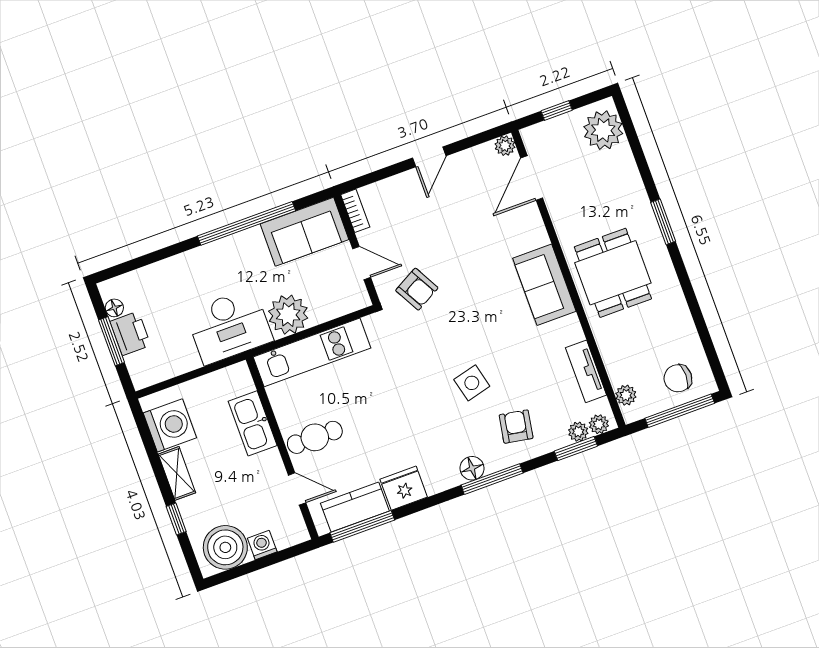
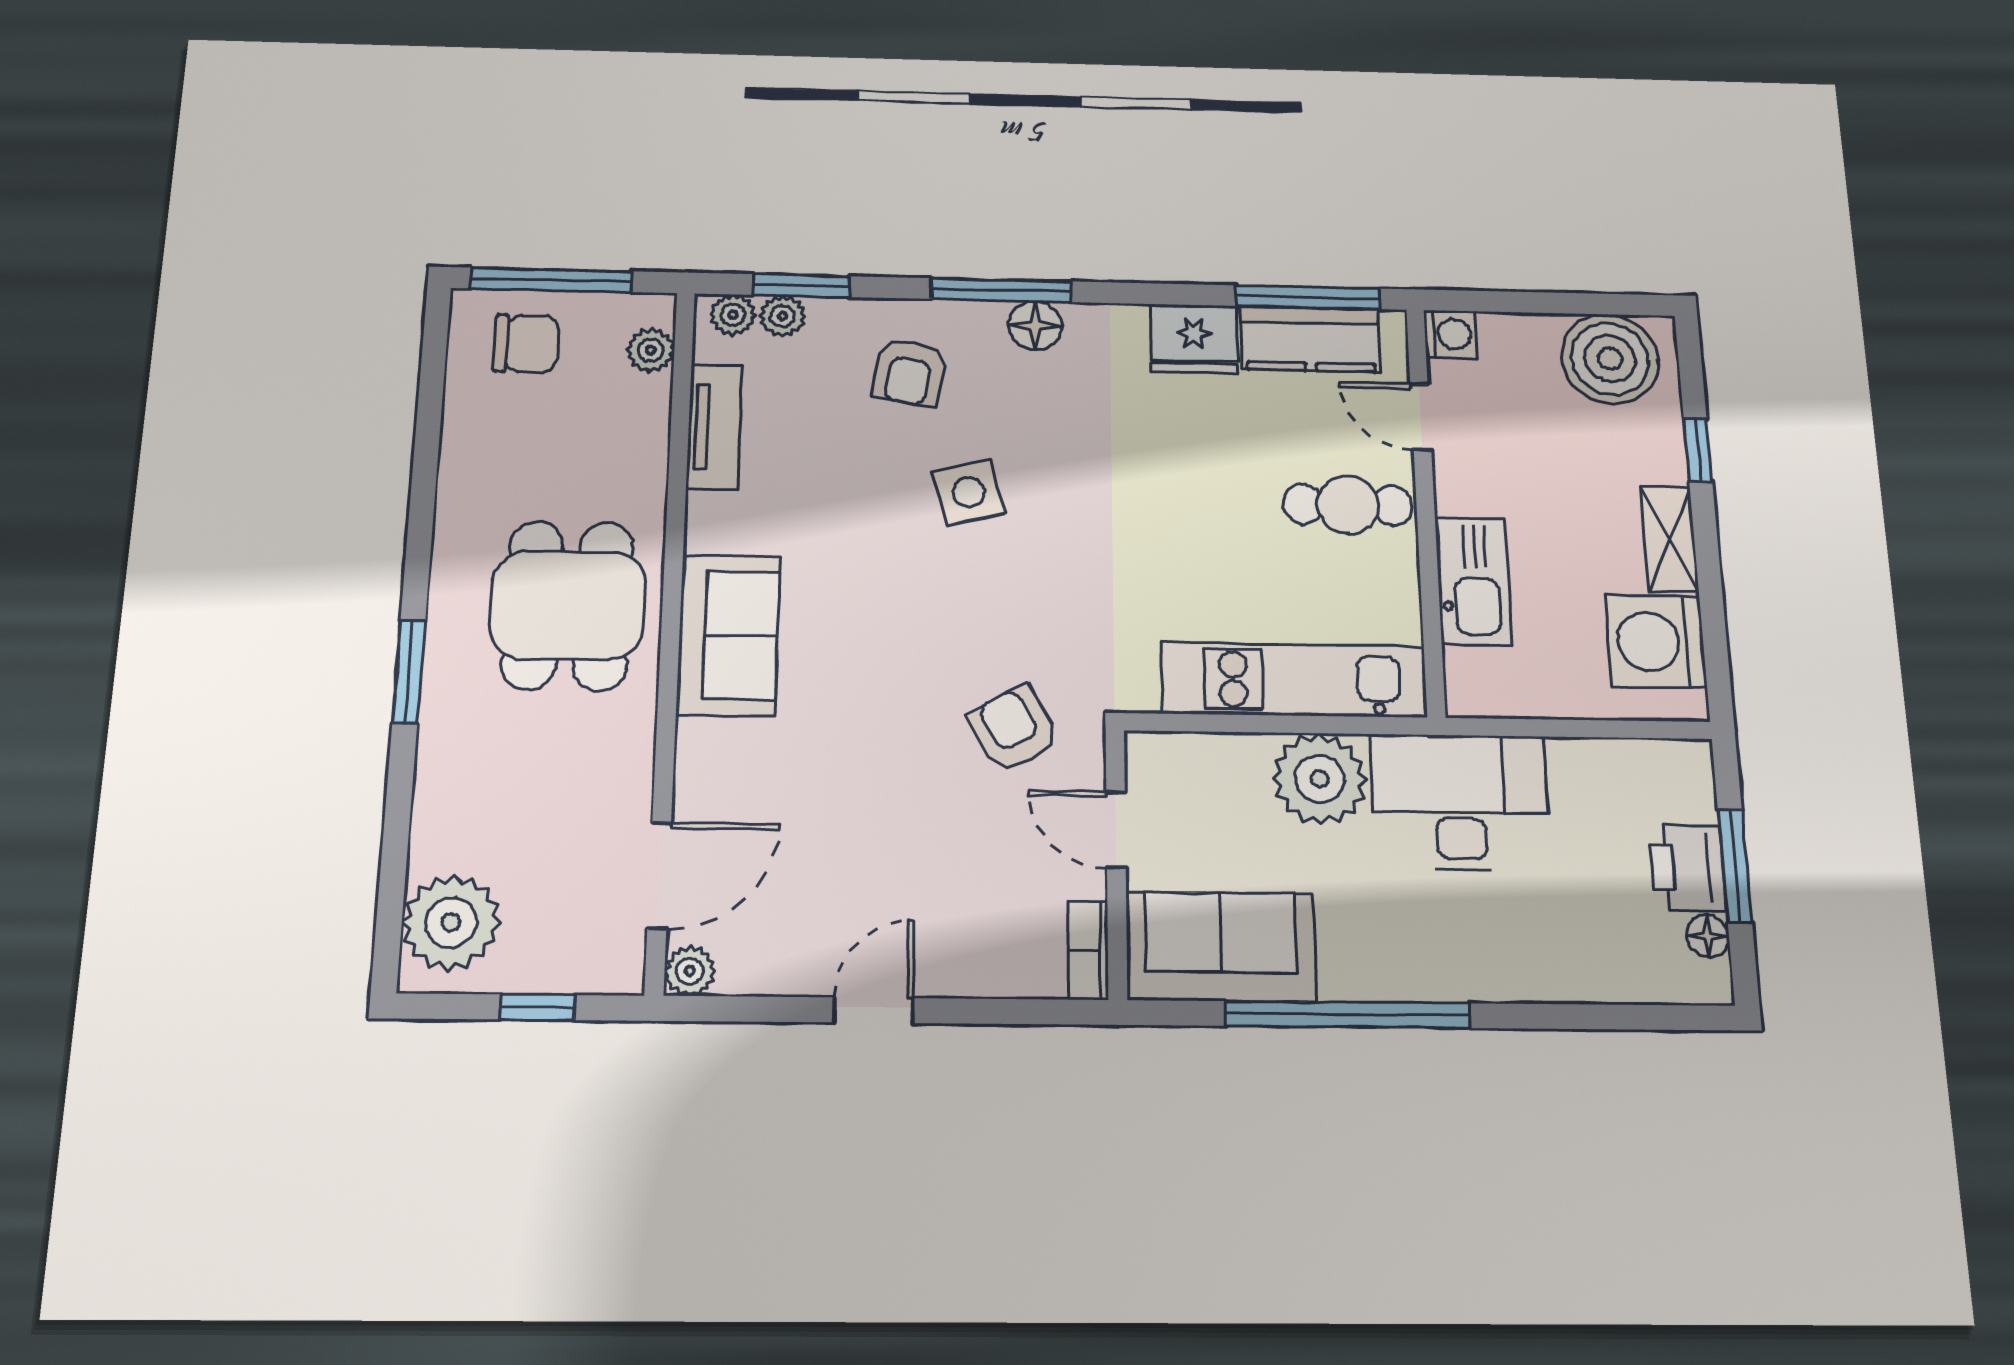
washing machine: (262, 545) -> (1450, 334), moved, turned -90

